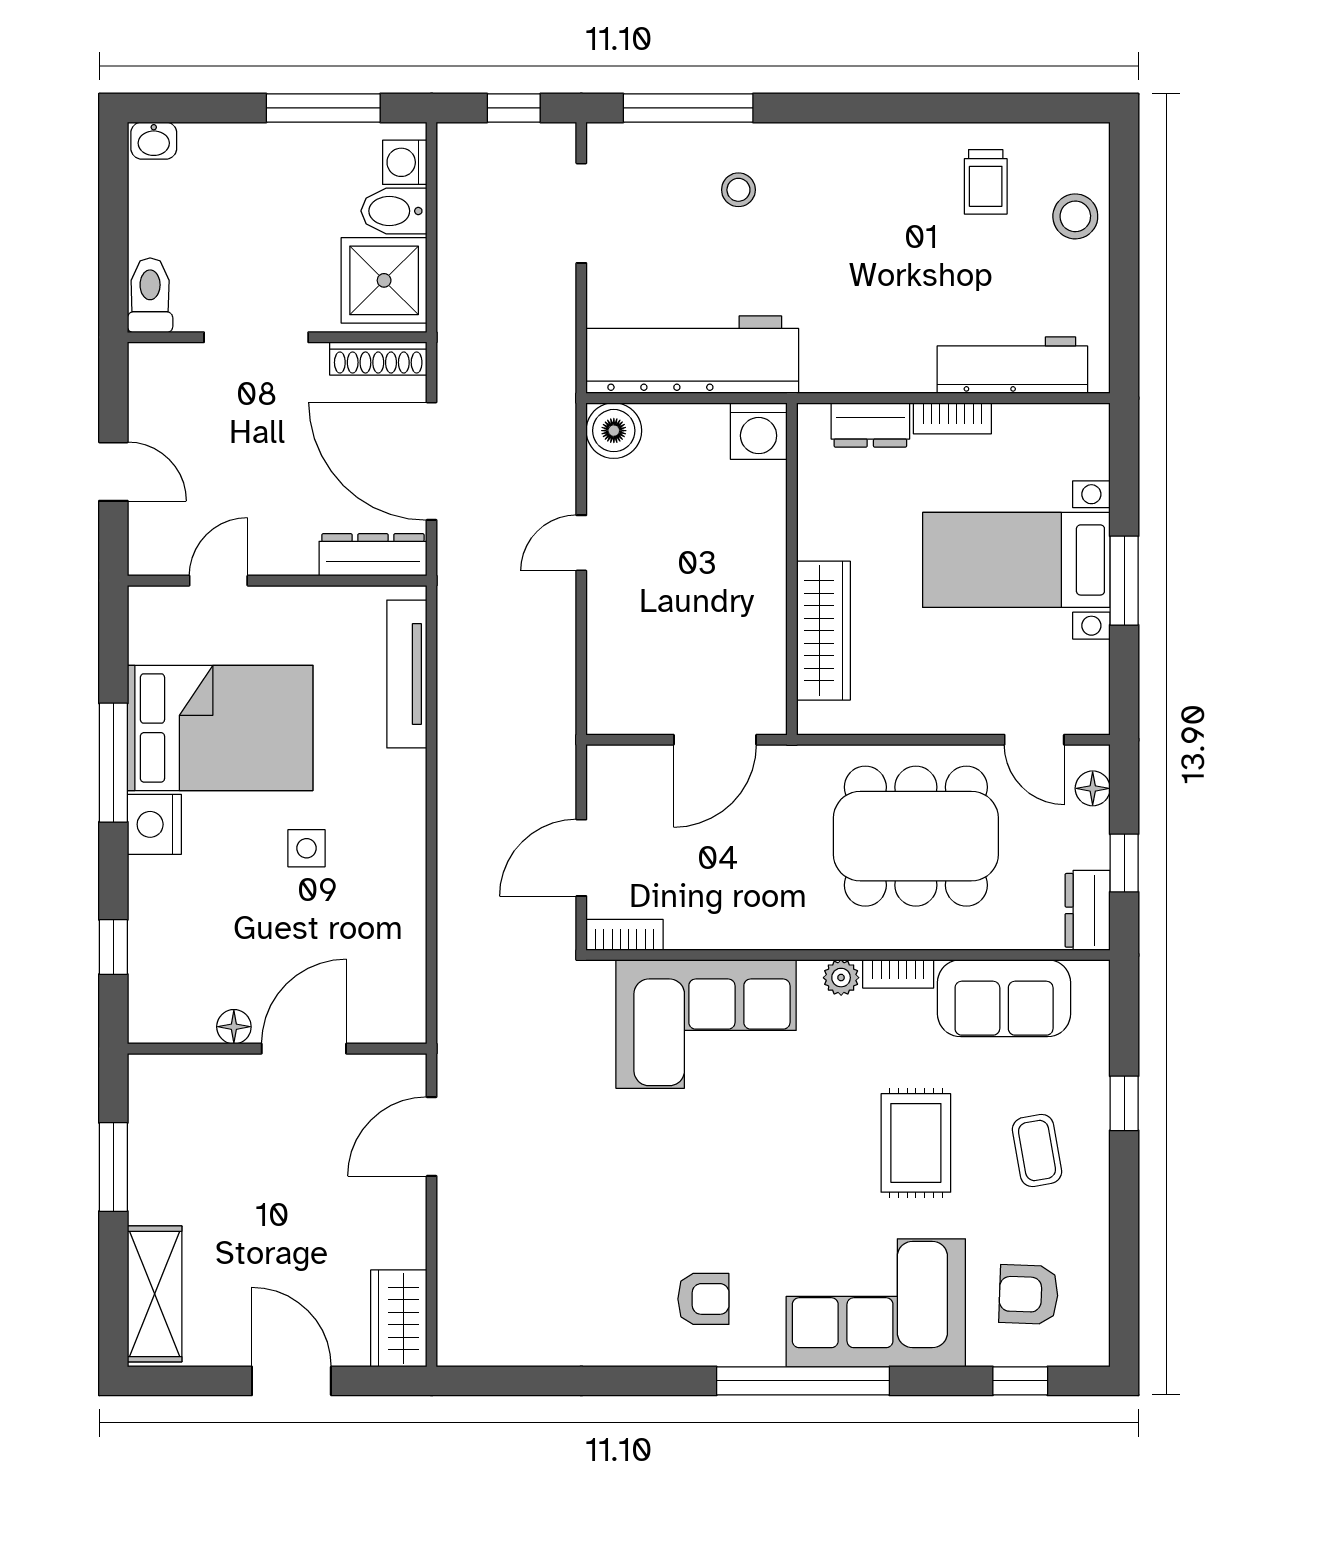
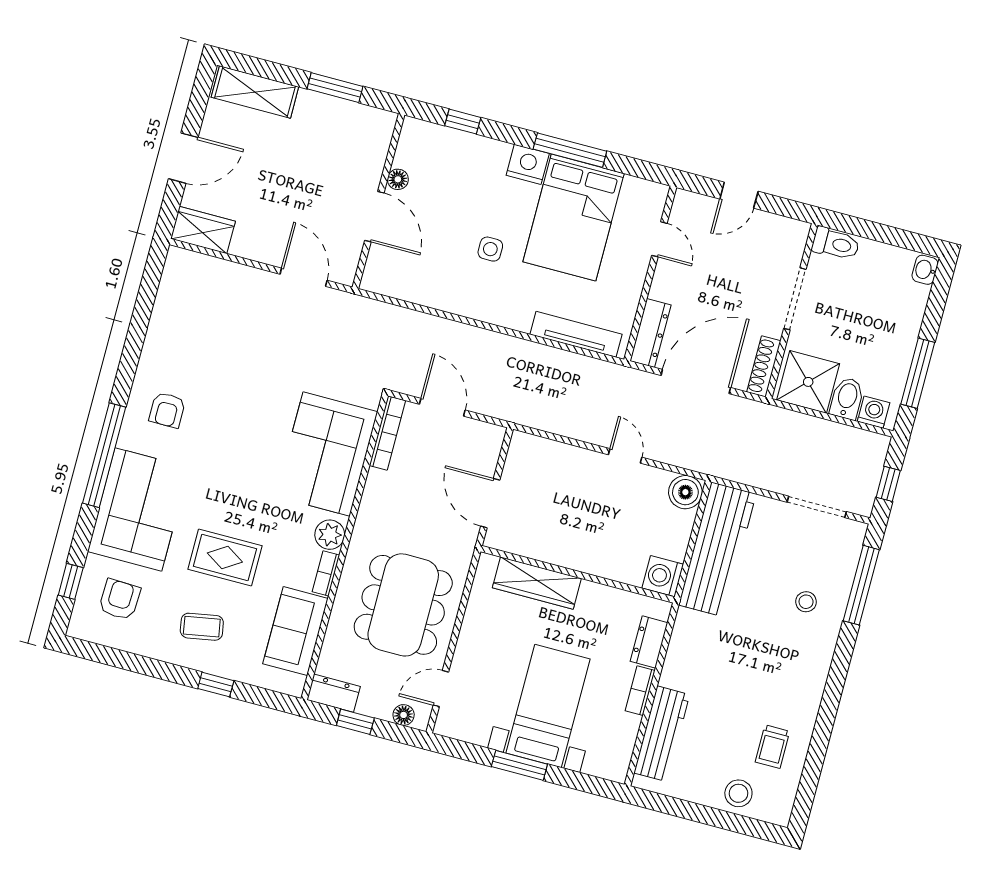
trolley: (986, 182) -> (772, 747), turned -90
bookcase: (625, 935) -> (387, 433), width x1.56
plant: (841, 978) -> (330, 535), width x1.38, depth x1.38

